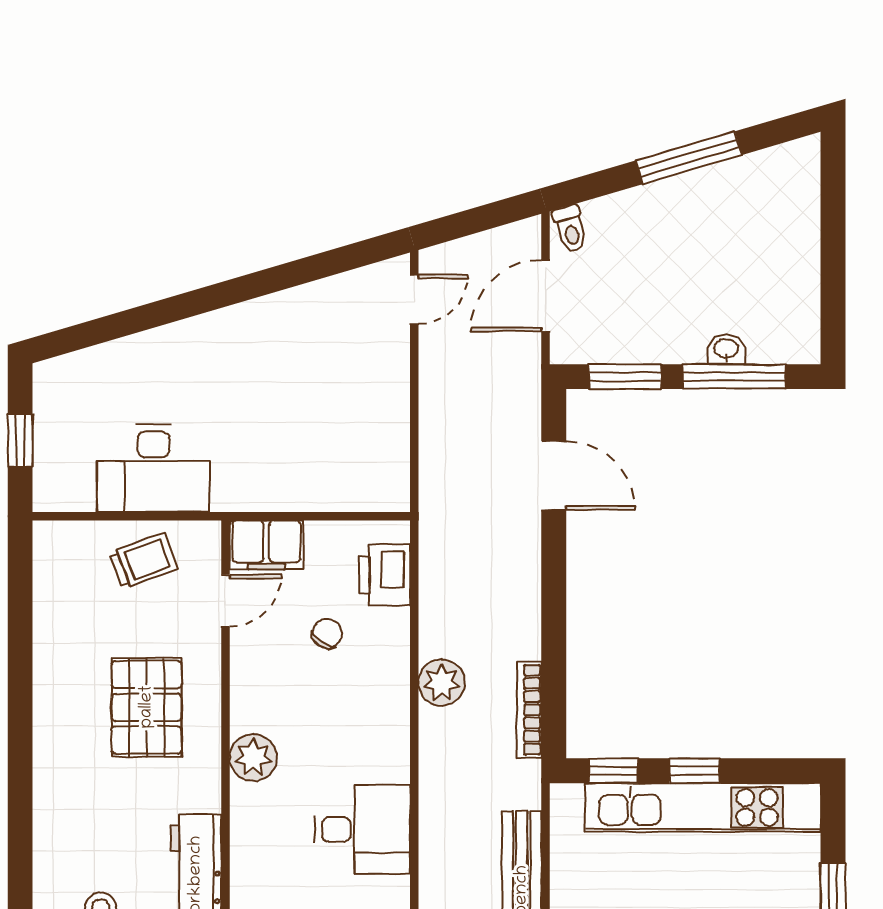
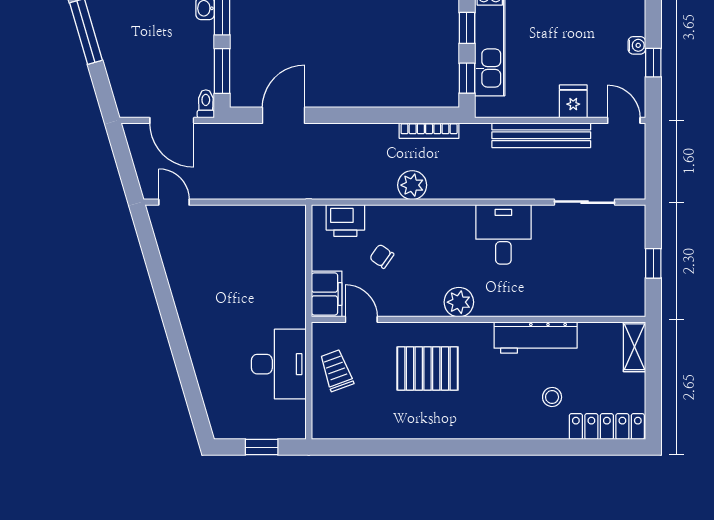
toilet: (570, 229) -> (206, 104), moved, turned -74

